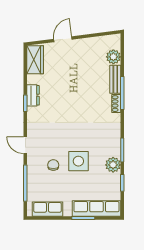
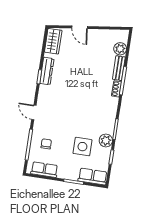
door: (63, 39) -> (80, 27), swing flipped
dresser: (33, 95) -> (47, 71), width x1.44
side table: (78, 161) -> (82, 147), moved
chair: (53, 165) -> (46, 144), moved
row of seats: (96, 208) -> (93, 177), width x0.68

